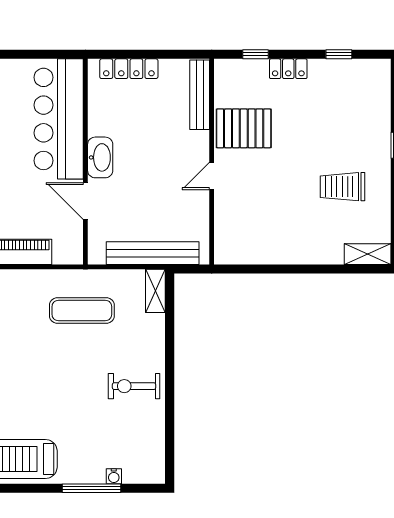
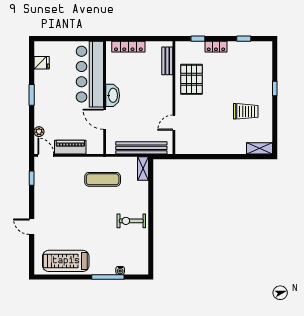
bench: (200, 95) -> (167, 61), width x0.73
pallet: (244, 128) -> (191, 79), turned 90
door: (212, 176) -> (174, 123), moved
trolley: (342, 187) -> (246, 111), turned 180

